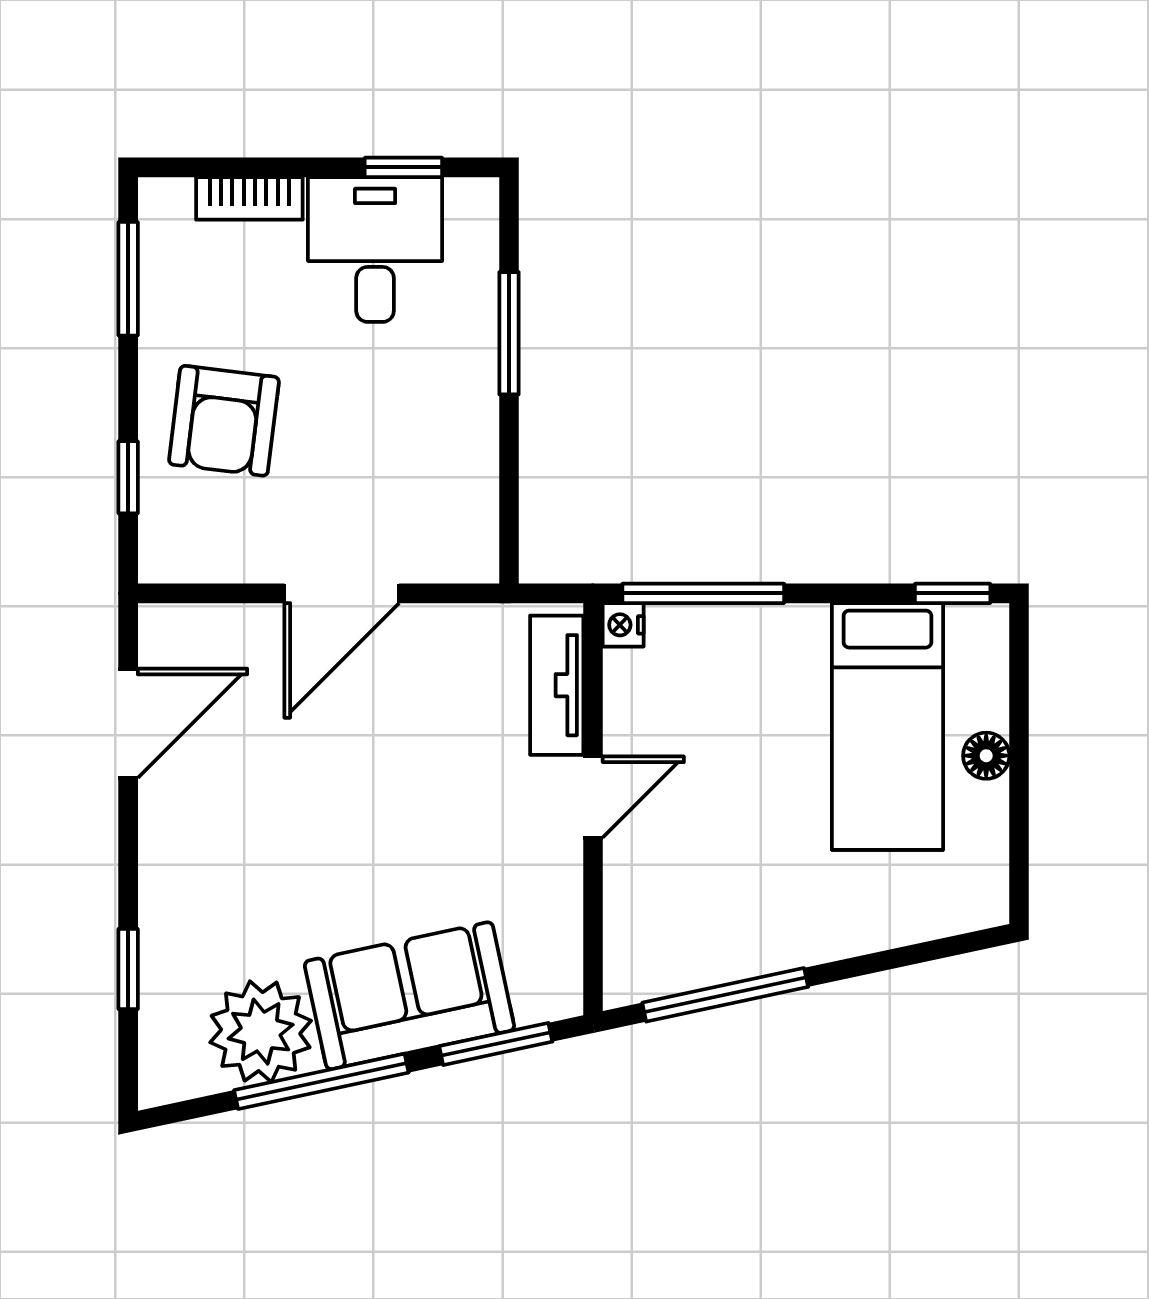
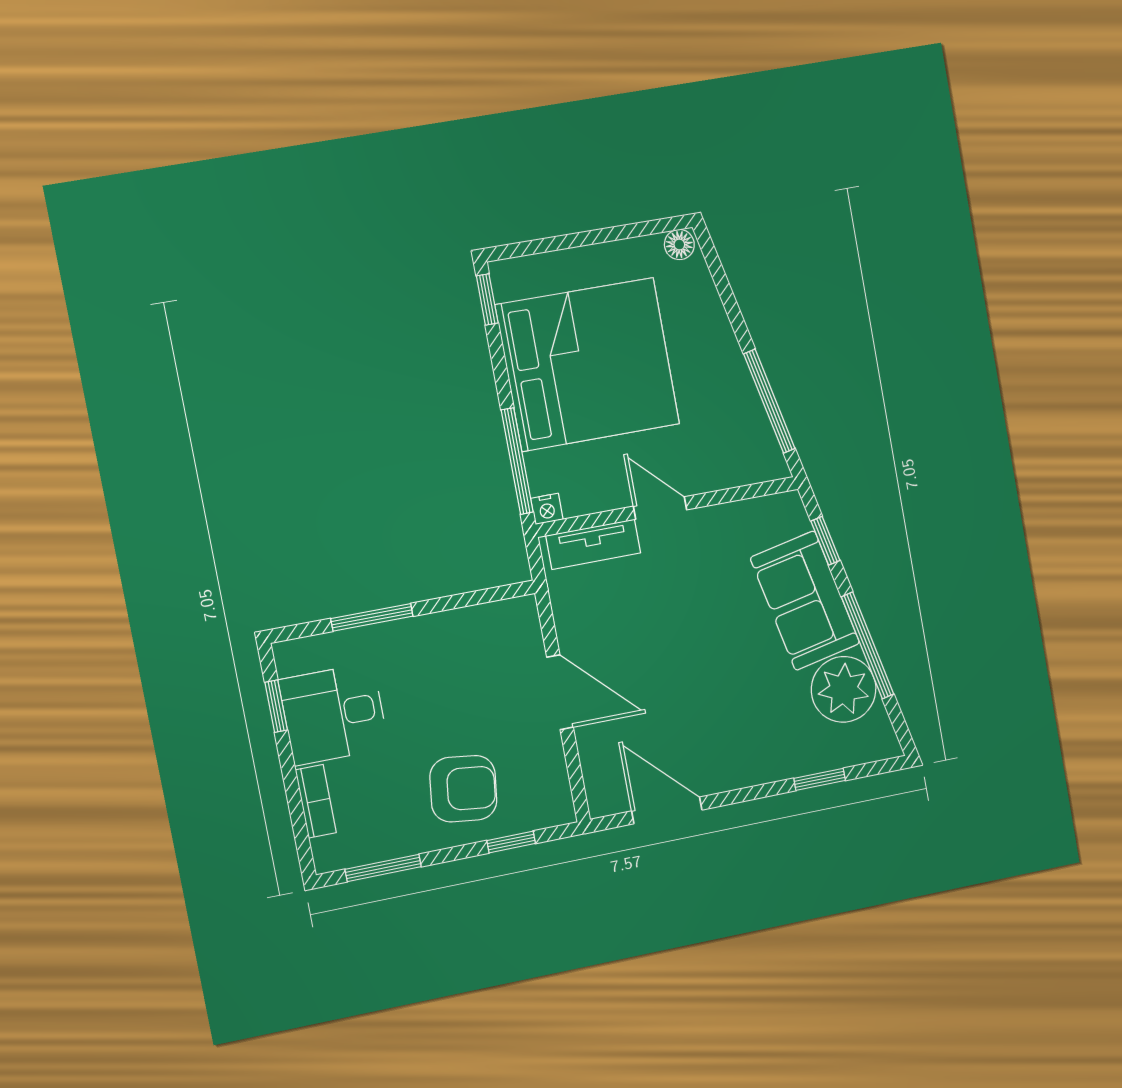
bed: (887, 727) -> (588, 365), width x2.04
floor lamp: (986, 756) -> (679, 245), moved
window: (496, 1044) -> (825, 541), width x0.67

